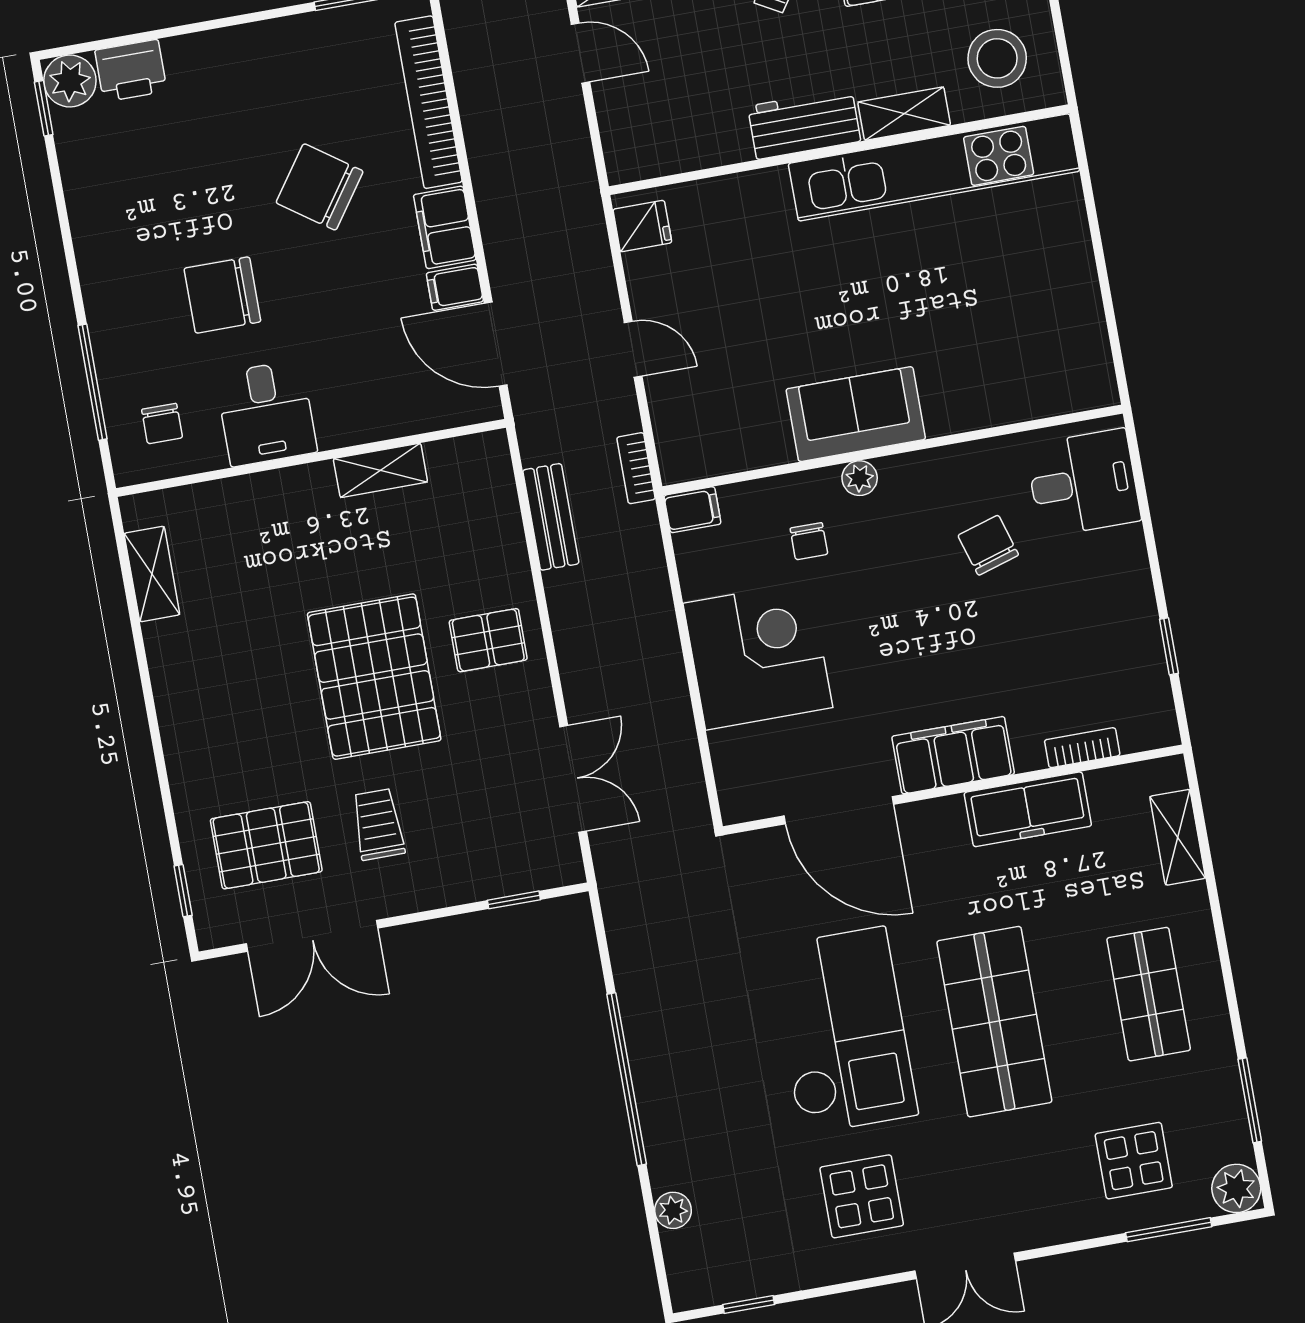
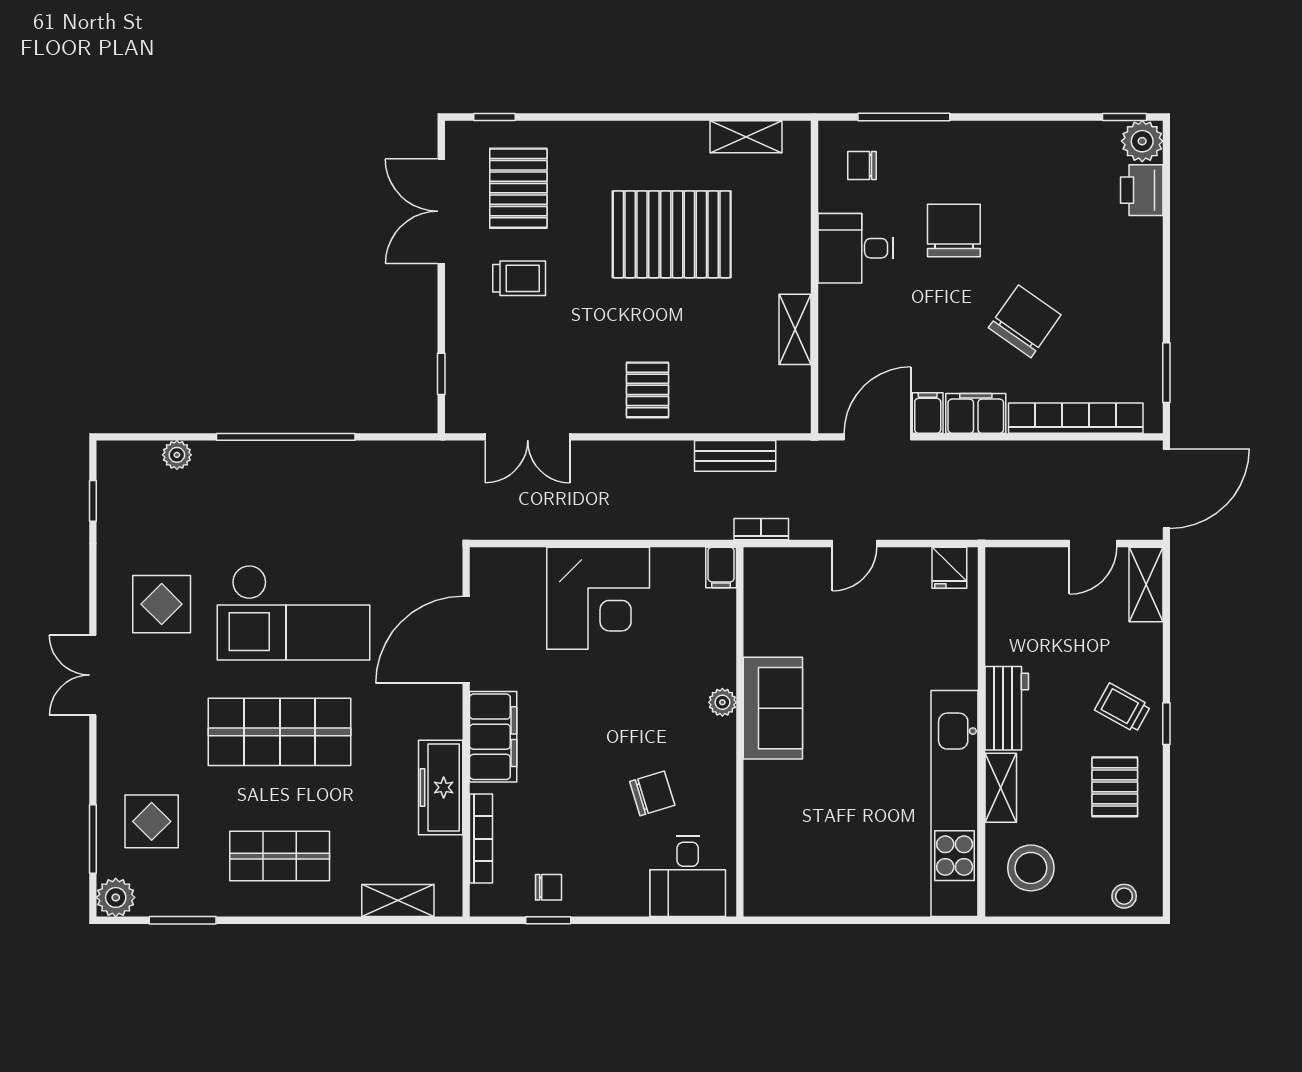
chair: (809, 541) -> (548, 887), moved, turned 180
pallet: (374, 677) -> (672, 234), moved
bookcase: (1082, 748) -> (481, 839), width x1.56

